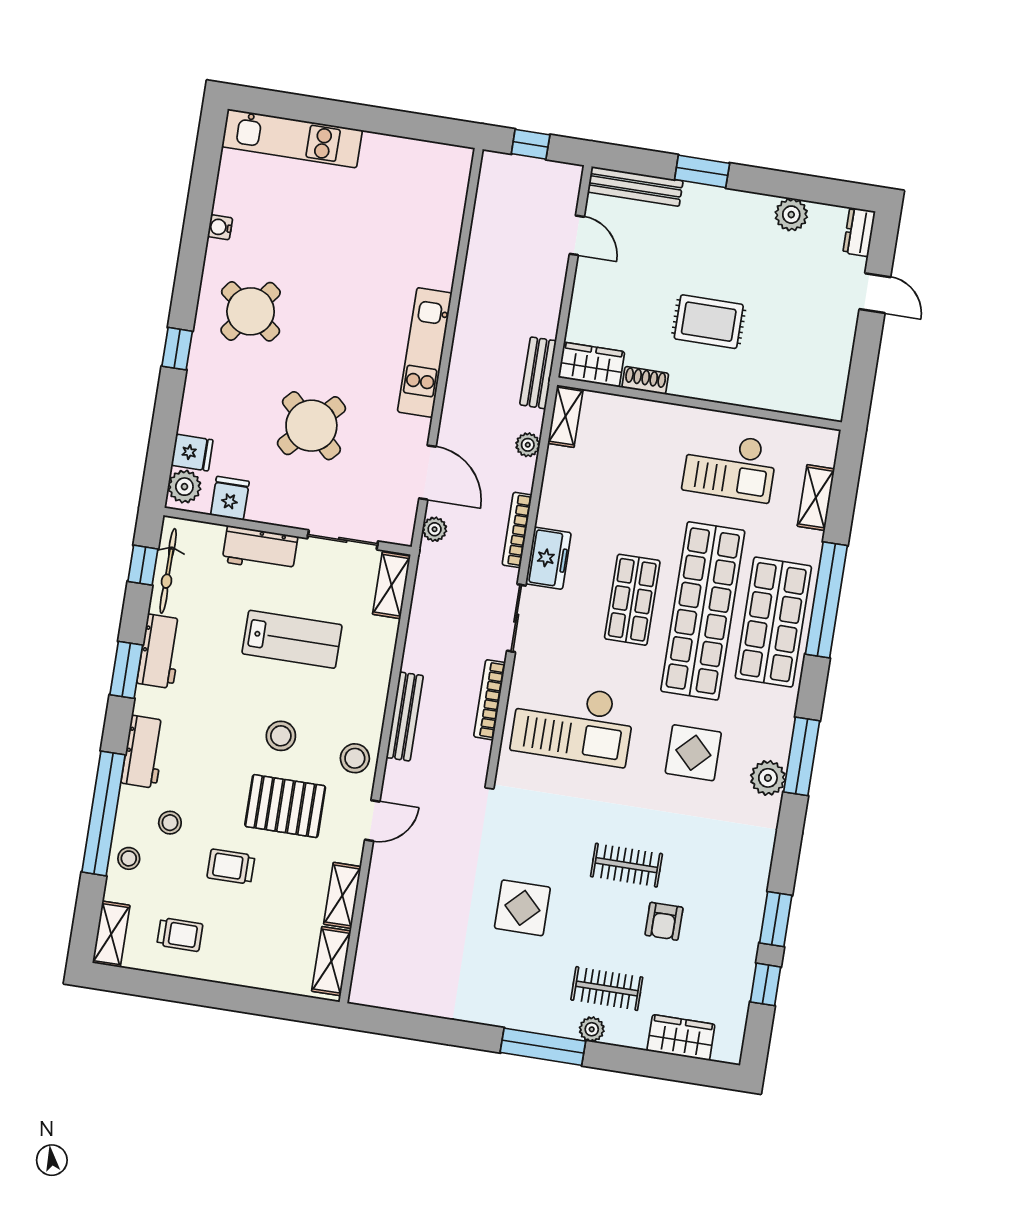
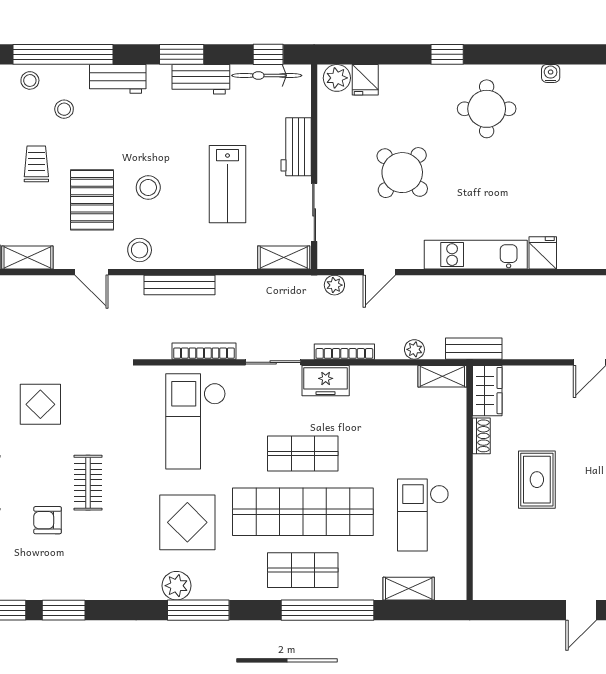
round table: (251, 311) -> (487, 109), turned -37
door: (427, 472) -> (379, 272), width x0.73
fridge: (230, 498) -> (543, 253), moved, turned -90
shop shelf: (773, 622) -> (303, 570), width x0.70, depth x0.74
display table: (693, 753) -> (187, 522), width x1.36, depth x1.36

